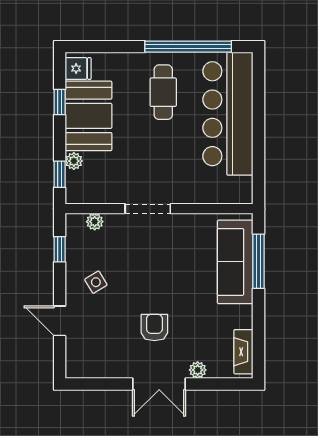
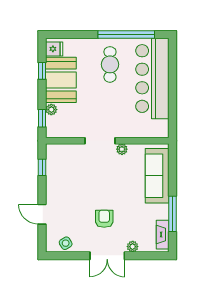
plant: (95, 222) -> (122, 149), moved
window: (259, 261) -> (172, 214), moved
side table: (96, 282) -> (66, 243), moved

